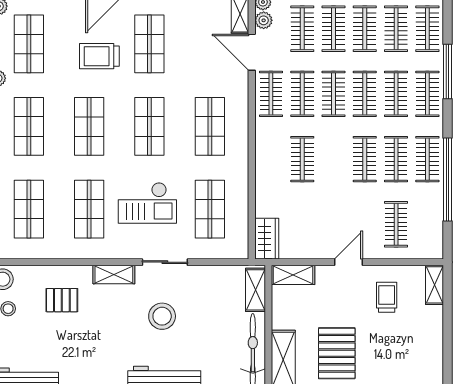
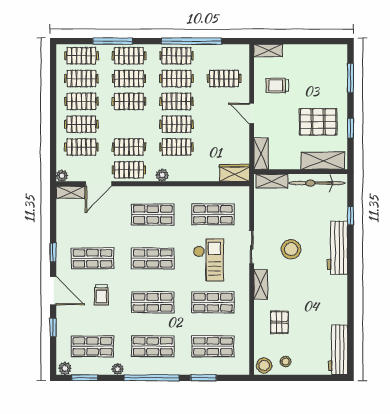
plant: (264, 20) -> (162, 175), moved
trolley: (99, 56) -> (101, 295), width x0.73, depth x0.72
clothes rail: (333, 94) -> (176, 124), moved

